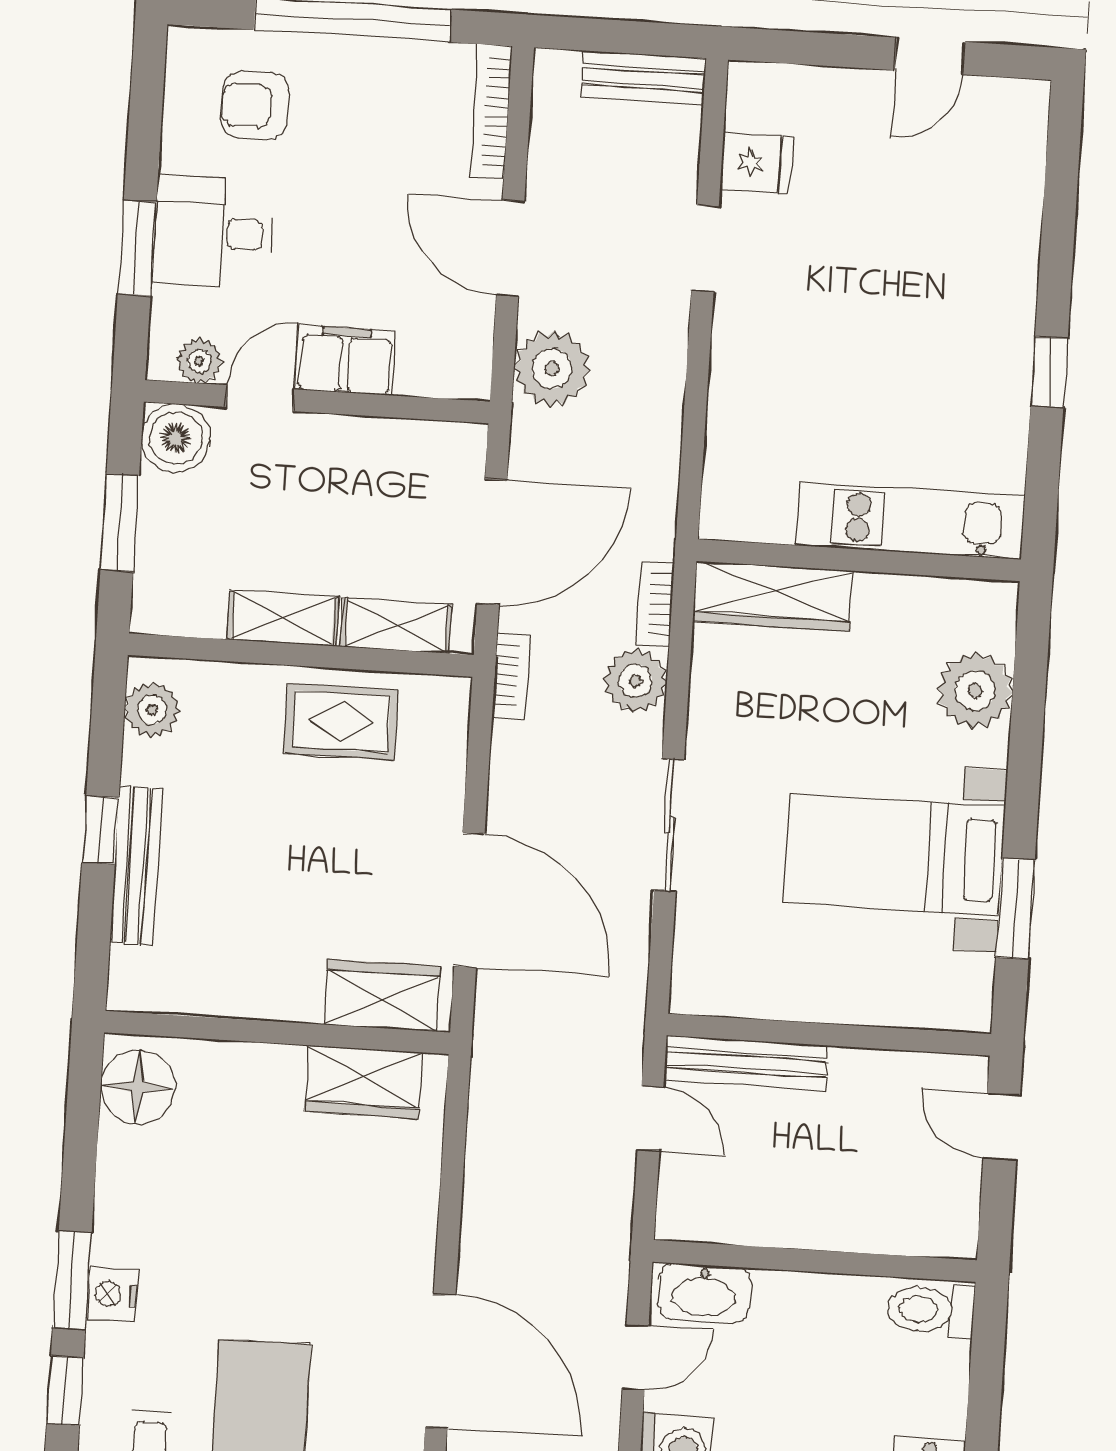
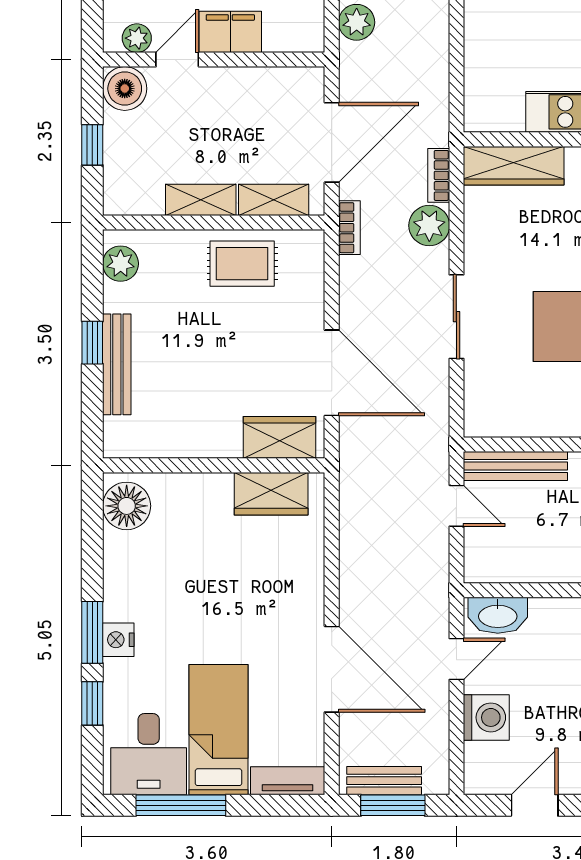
plant: (552, 369) -> (357, 22), width x0.73, depth x0.73
window: (120, 522) -> (92, 145), width x0.67

